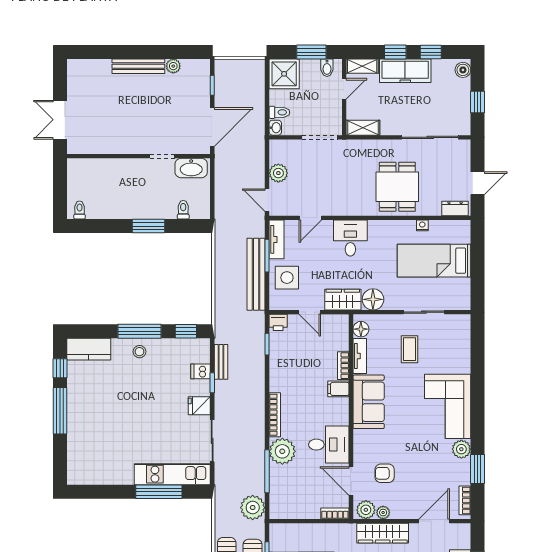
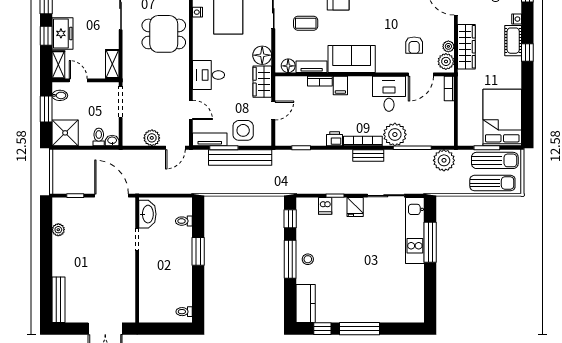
bench: (138, 66) -> (58, 300), moved
freezer: (405, 71) -> (62, 33), width x0.71
printer: (278, 322) -> (335, 139), moved, turned -90
bench: (221, 362) -> (368, 155), moved

